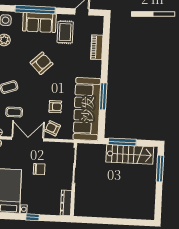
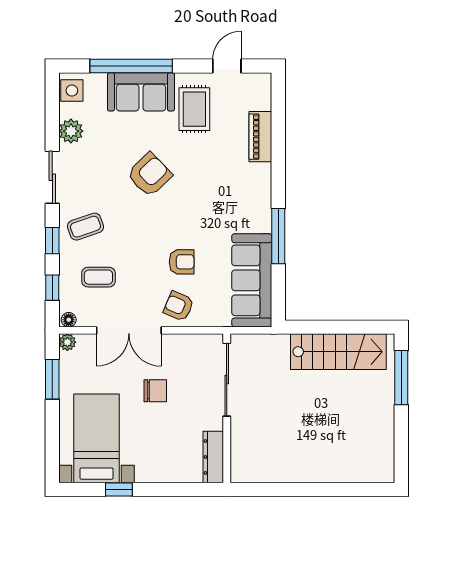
sofa: (87, 109) -> (252, 280), width x0.74, depth x0.79
double door: (28, 139) -> (129, 330), swing flipped
window: (122, 142) -> (322, 327), removed
window: (32, 217) -> (119, 490), moved

